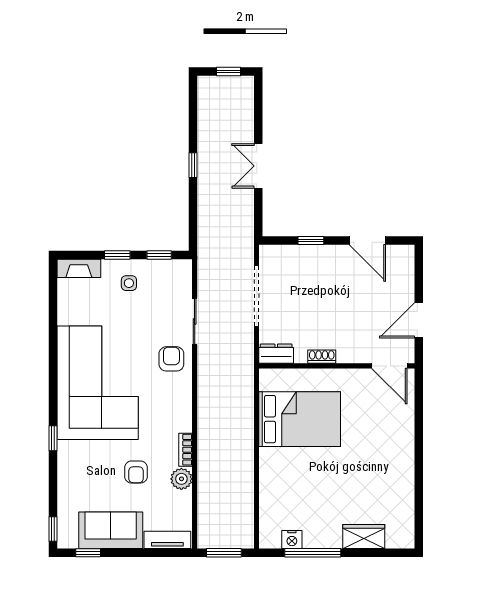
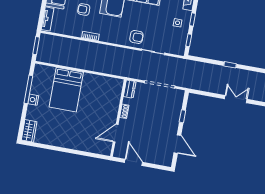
double door: (258, 166) -> (236, 99), moved
door: (367, 241) -> (177, 144), swing flipped
door: (389, 366) -> (116, 133), moved
bed: (300, 419) -> (66, 90), moved
plant: (181, 479) -> (76, 31), removed
wardrobe: (364, 537) -> (29, 131), moved
nightstand: (292, 540) -> (33, 100), moved

